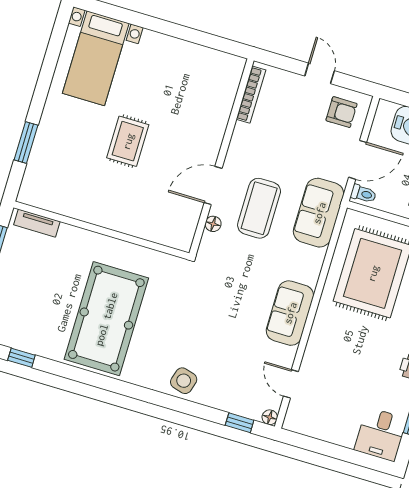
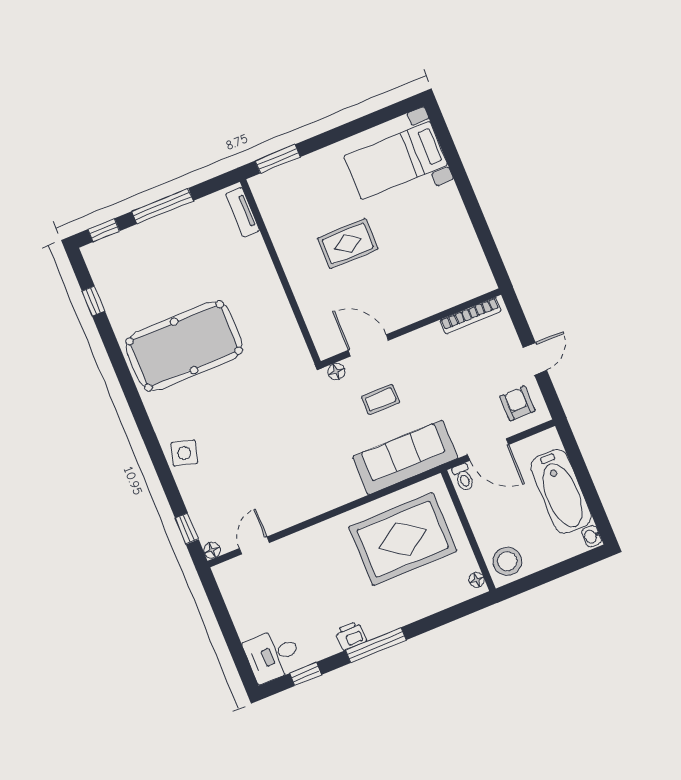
armchair: (341, 112) -> (517, 404), turned 180
coffee table: (259, 208) -> (380, 399), width x0.54, depth x0.58
sofa: (319, 213) -> (405, 457), width x1.36
tv unit: (37, 223) -> (243, 212), moved
wall: (101, 230) -> (280, 271), moved
sofa: (290, 313) -> (313, 497), removed

